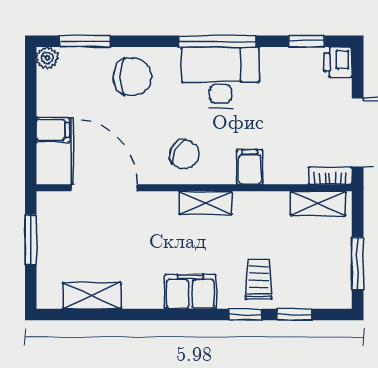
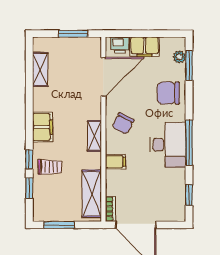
plant: (47, 58) -> (179, 57), moved
printer: (338, 62) -> (120, 45), moved, turned 180
chair: (132, 77) -> (168, 93), turned 90
filing cabinet: (53, 130) -> (145, 47), width x2.00
shelving: (318, 203) -> (92, 194), width x1.50, depth x1.33

